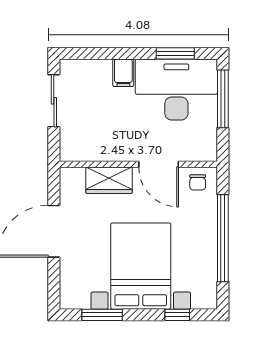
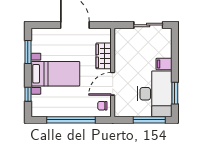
bed with nightstands: (141, 266) -> (55, 74), width x0.73

